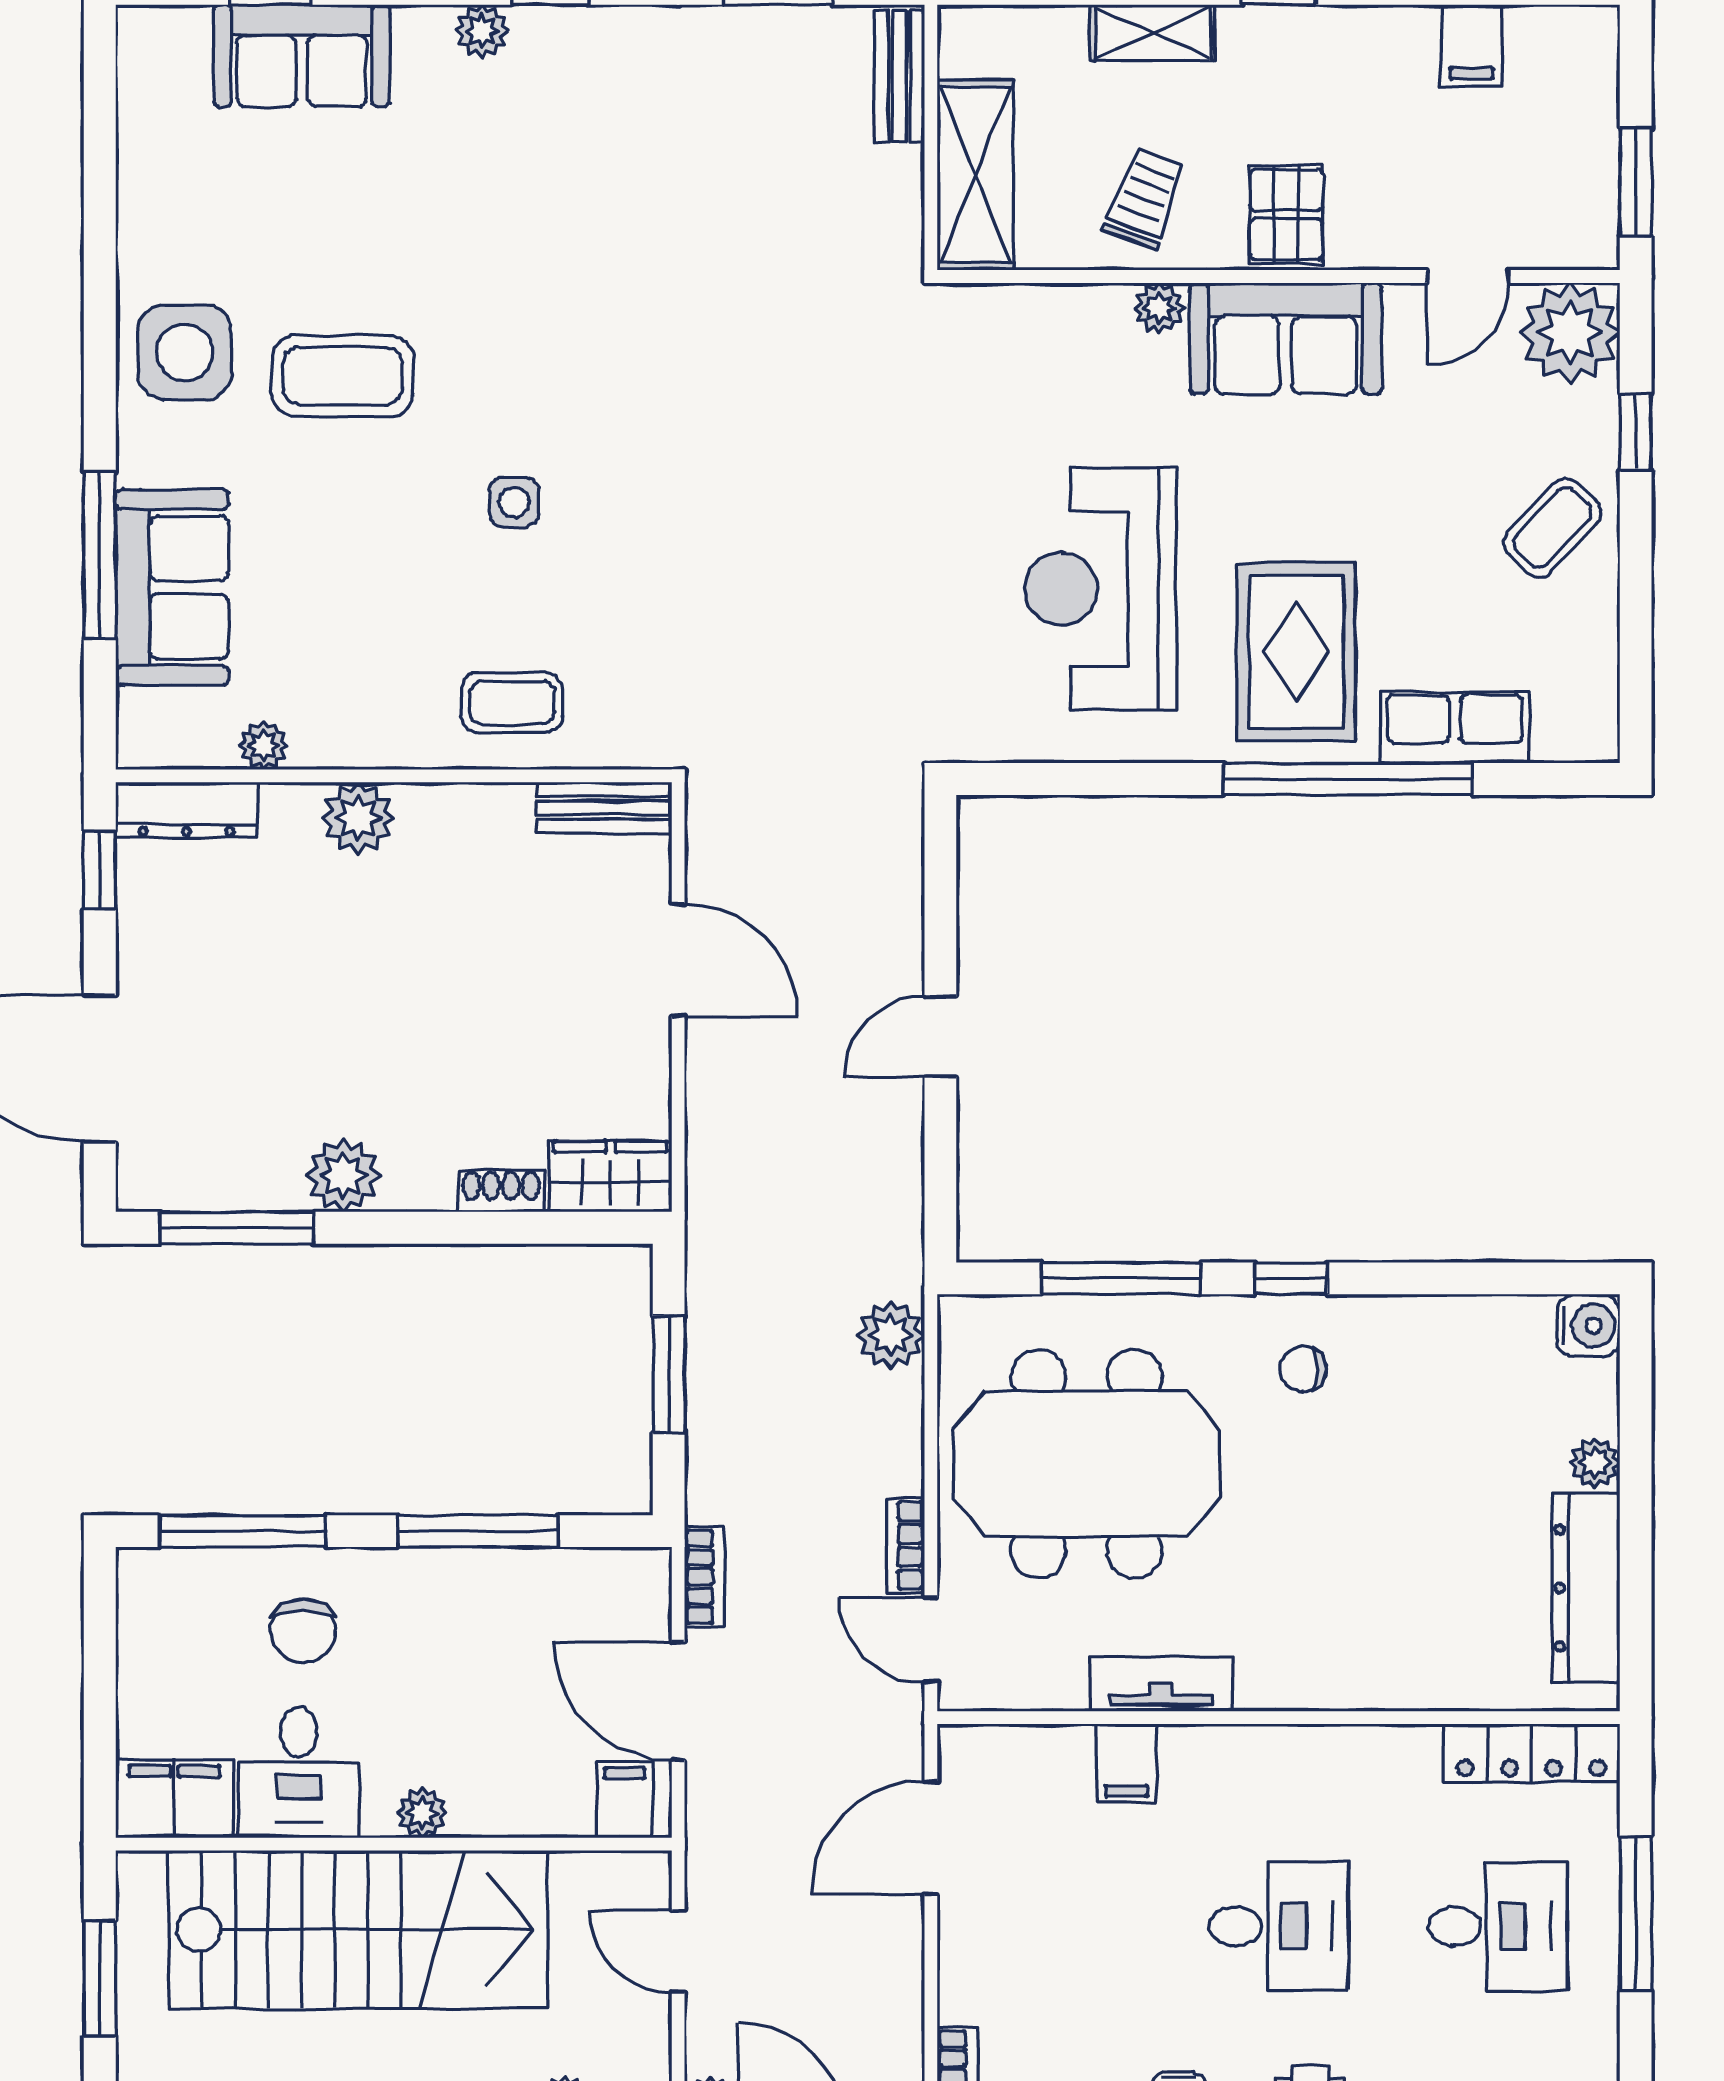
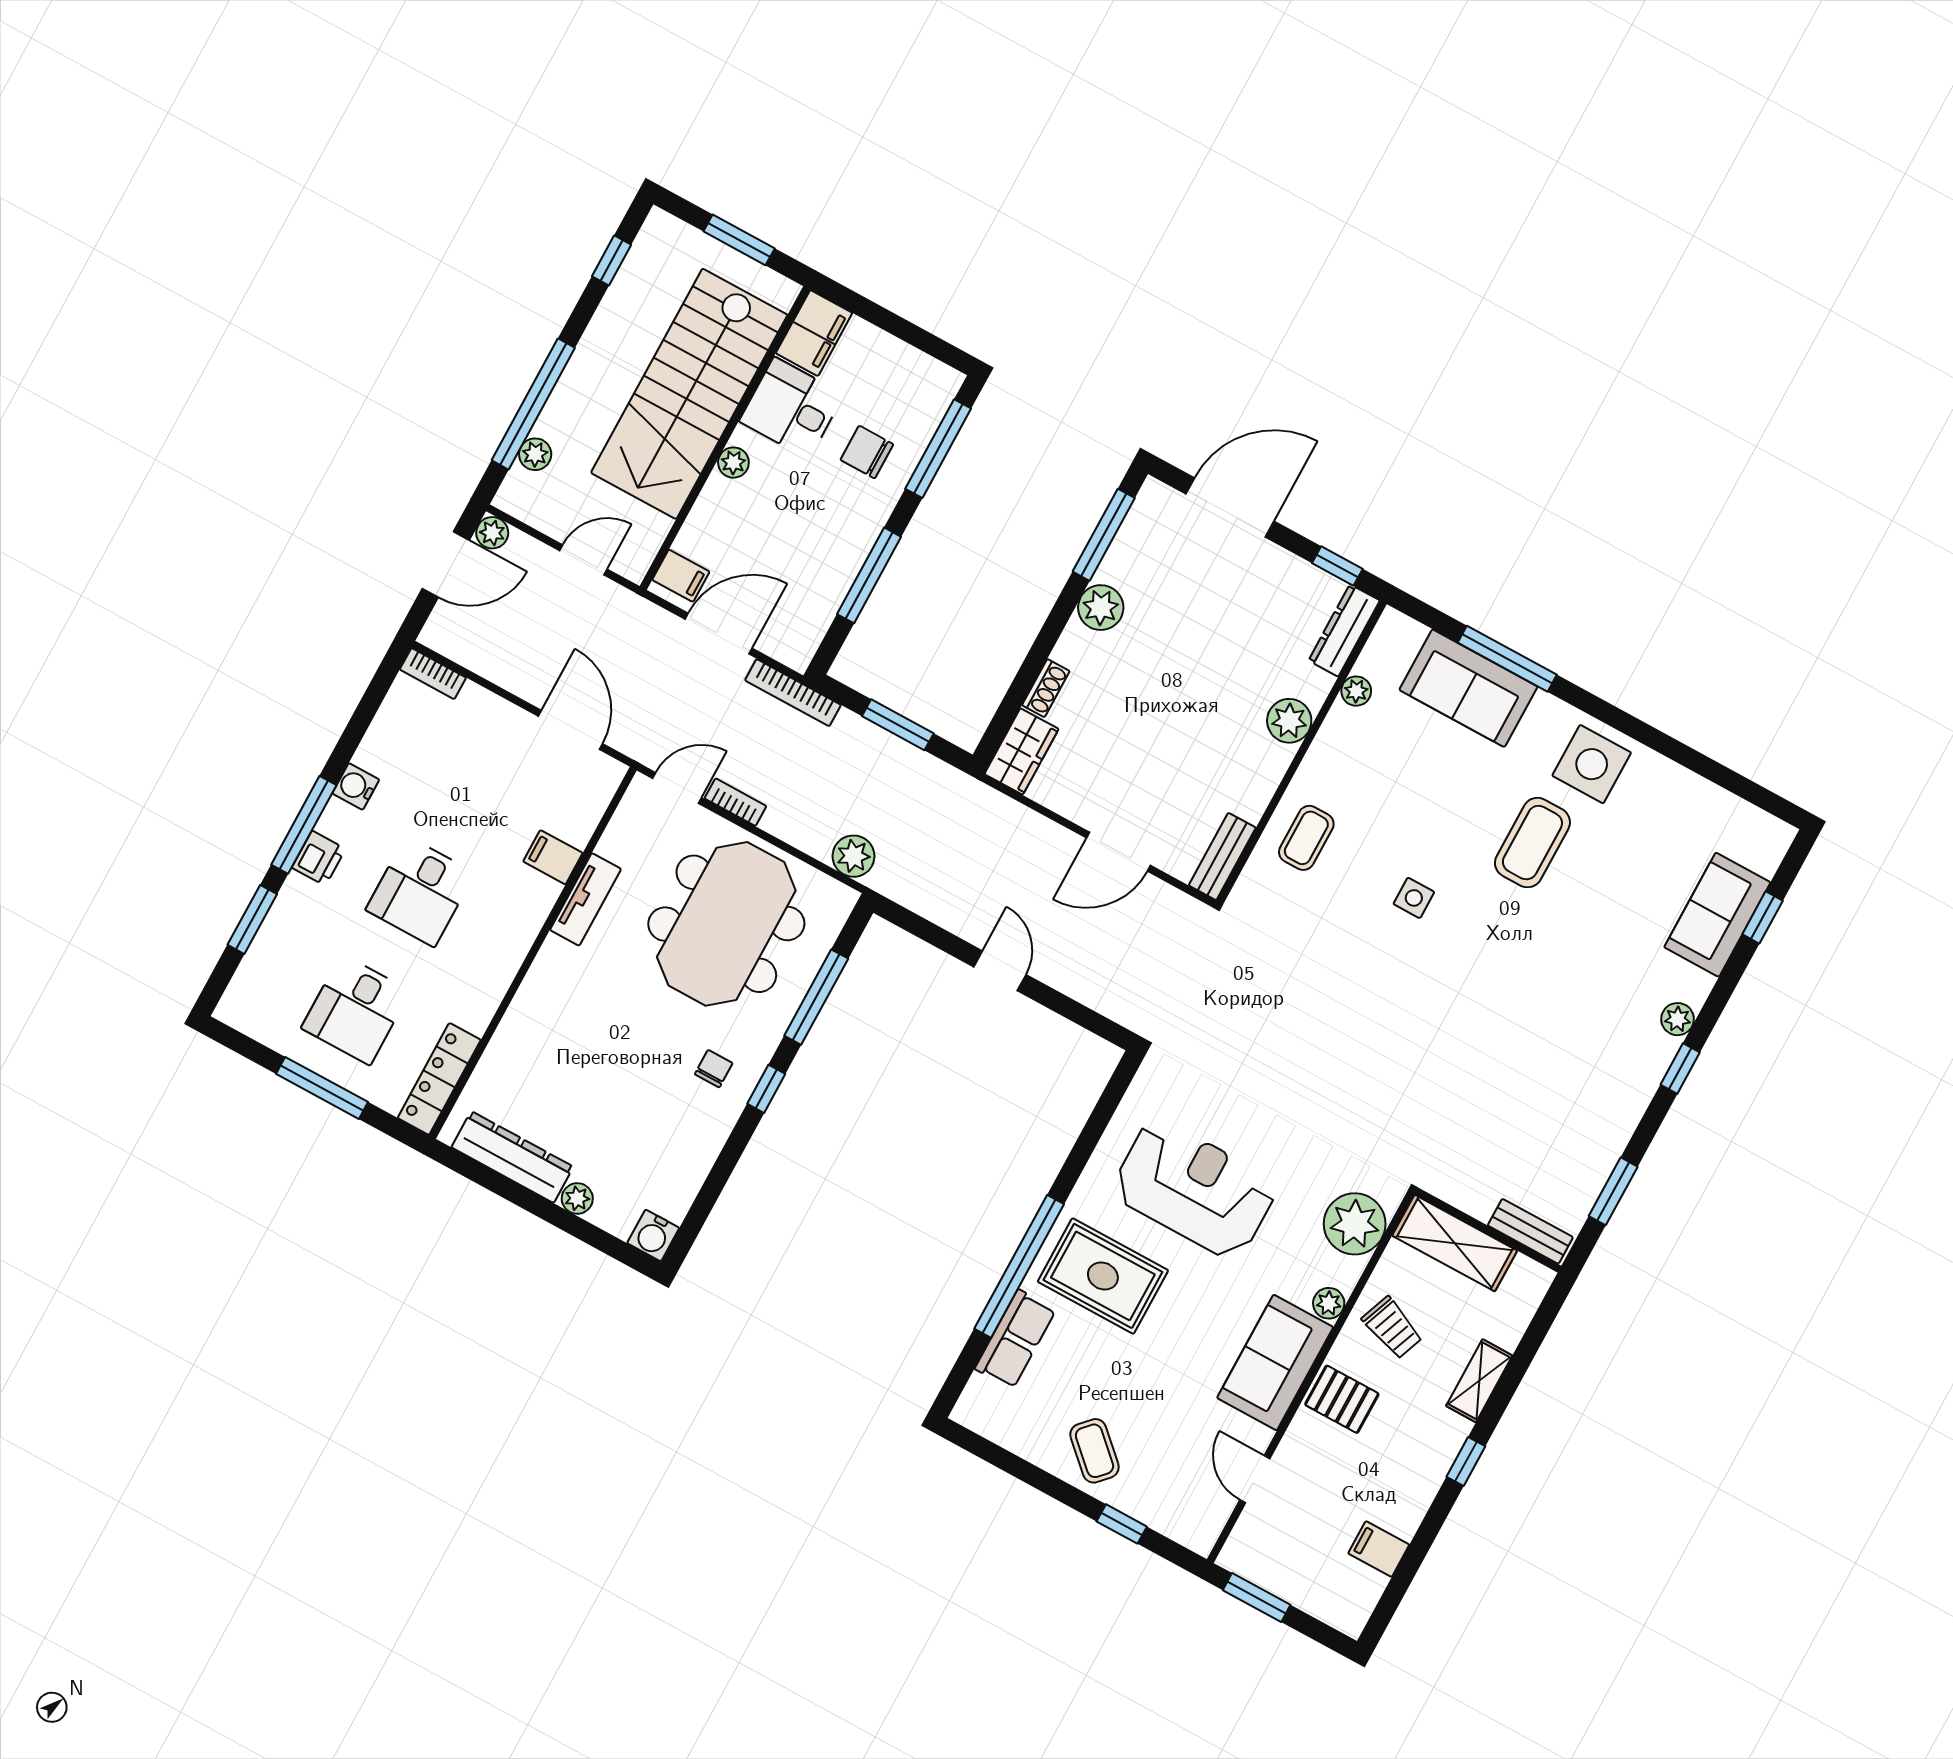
plant: (1570, 333) -> (1355, 1224), moved
bookcase: (704, 1577) -> (793, 693), width x1.56

